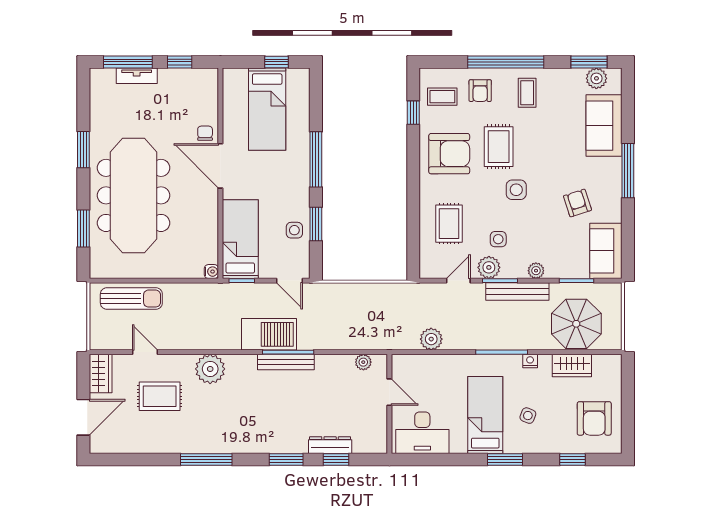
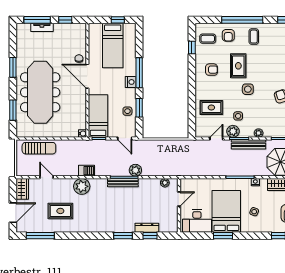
armchair: (449, 154) -> (211, 70), width x0.53, depth x0.53
nightstand: (300, 177) -> (131, 82), added
rug: (449, 224) -> (211, 108), turned 90
barbecue: (269, 334) -> (86, 171), moved, width x0.53, depth x0.65
plant: (431, 339) -> (135, 170), moved
door: (389, 392) -> (179, 199), hinge flipped
rug: (160, 396) -> (60, 211), moved
bed: (485, 415) -> (226, 211), width x1.50
window: (206, 459) -> (40, 236), moved
window: (505, 459) -> (223, 236), moved

